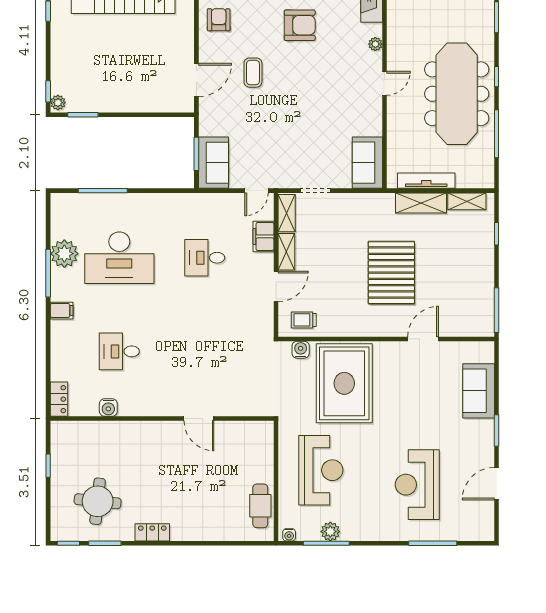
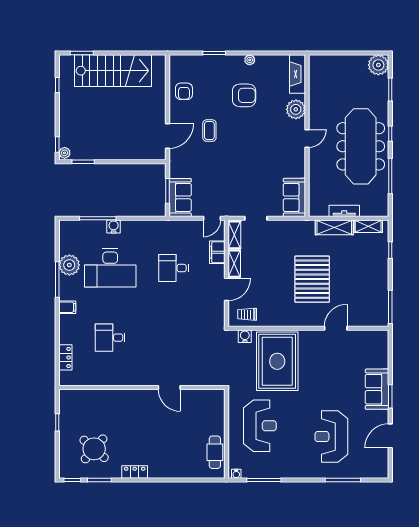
armchair: (219, 20) -> (184, 91), turned 180
plant: (375, 44) -> (296, 109), width x1.88, depth x1.88
tv unit: (426, 181) -> (344, 211), width x0.71
sofa: (479, 391) -> (377, 389), moved
locker: (59, 399) -> (65, 357), moved
water cooler: (108, 407) -> (114, 226), moved, turned 180
round table: (98, 501) -> (94, 449), turned 35
plant: (330, 532) -> (267, 471), removed

